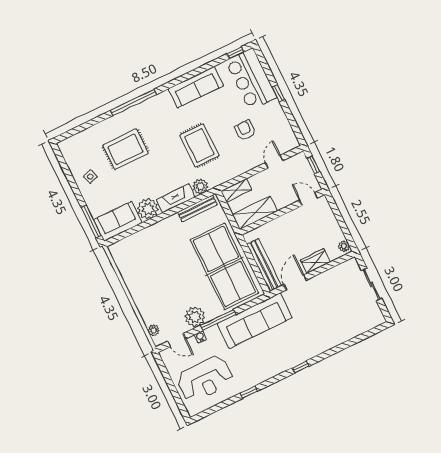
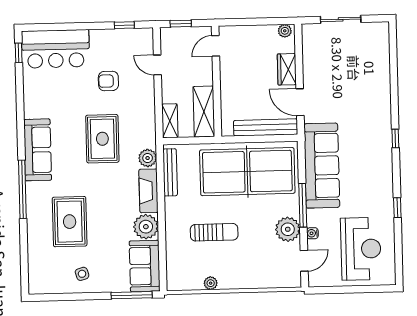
sofa: (196, 87) -> (38, 150), moved
window: (278, 93) -> (124, 25), moved
rug: (199, 146) -> (102, 139), turned 90
sun lounger: (167, 262) -> (214, 232), added
plant: (153, 330) -> (211, 283), moved

